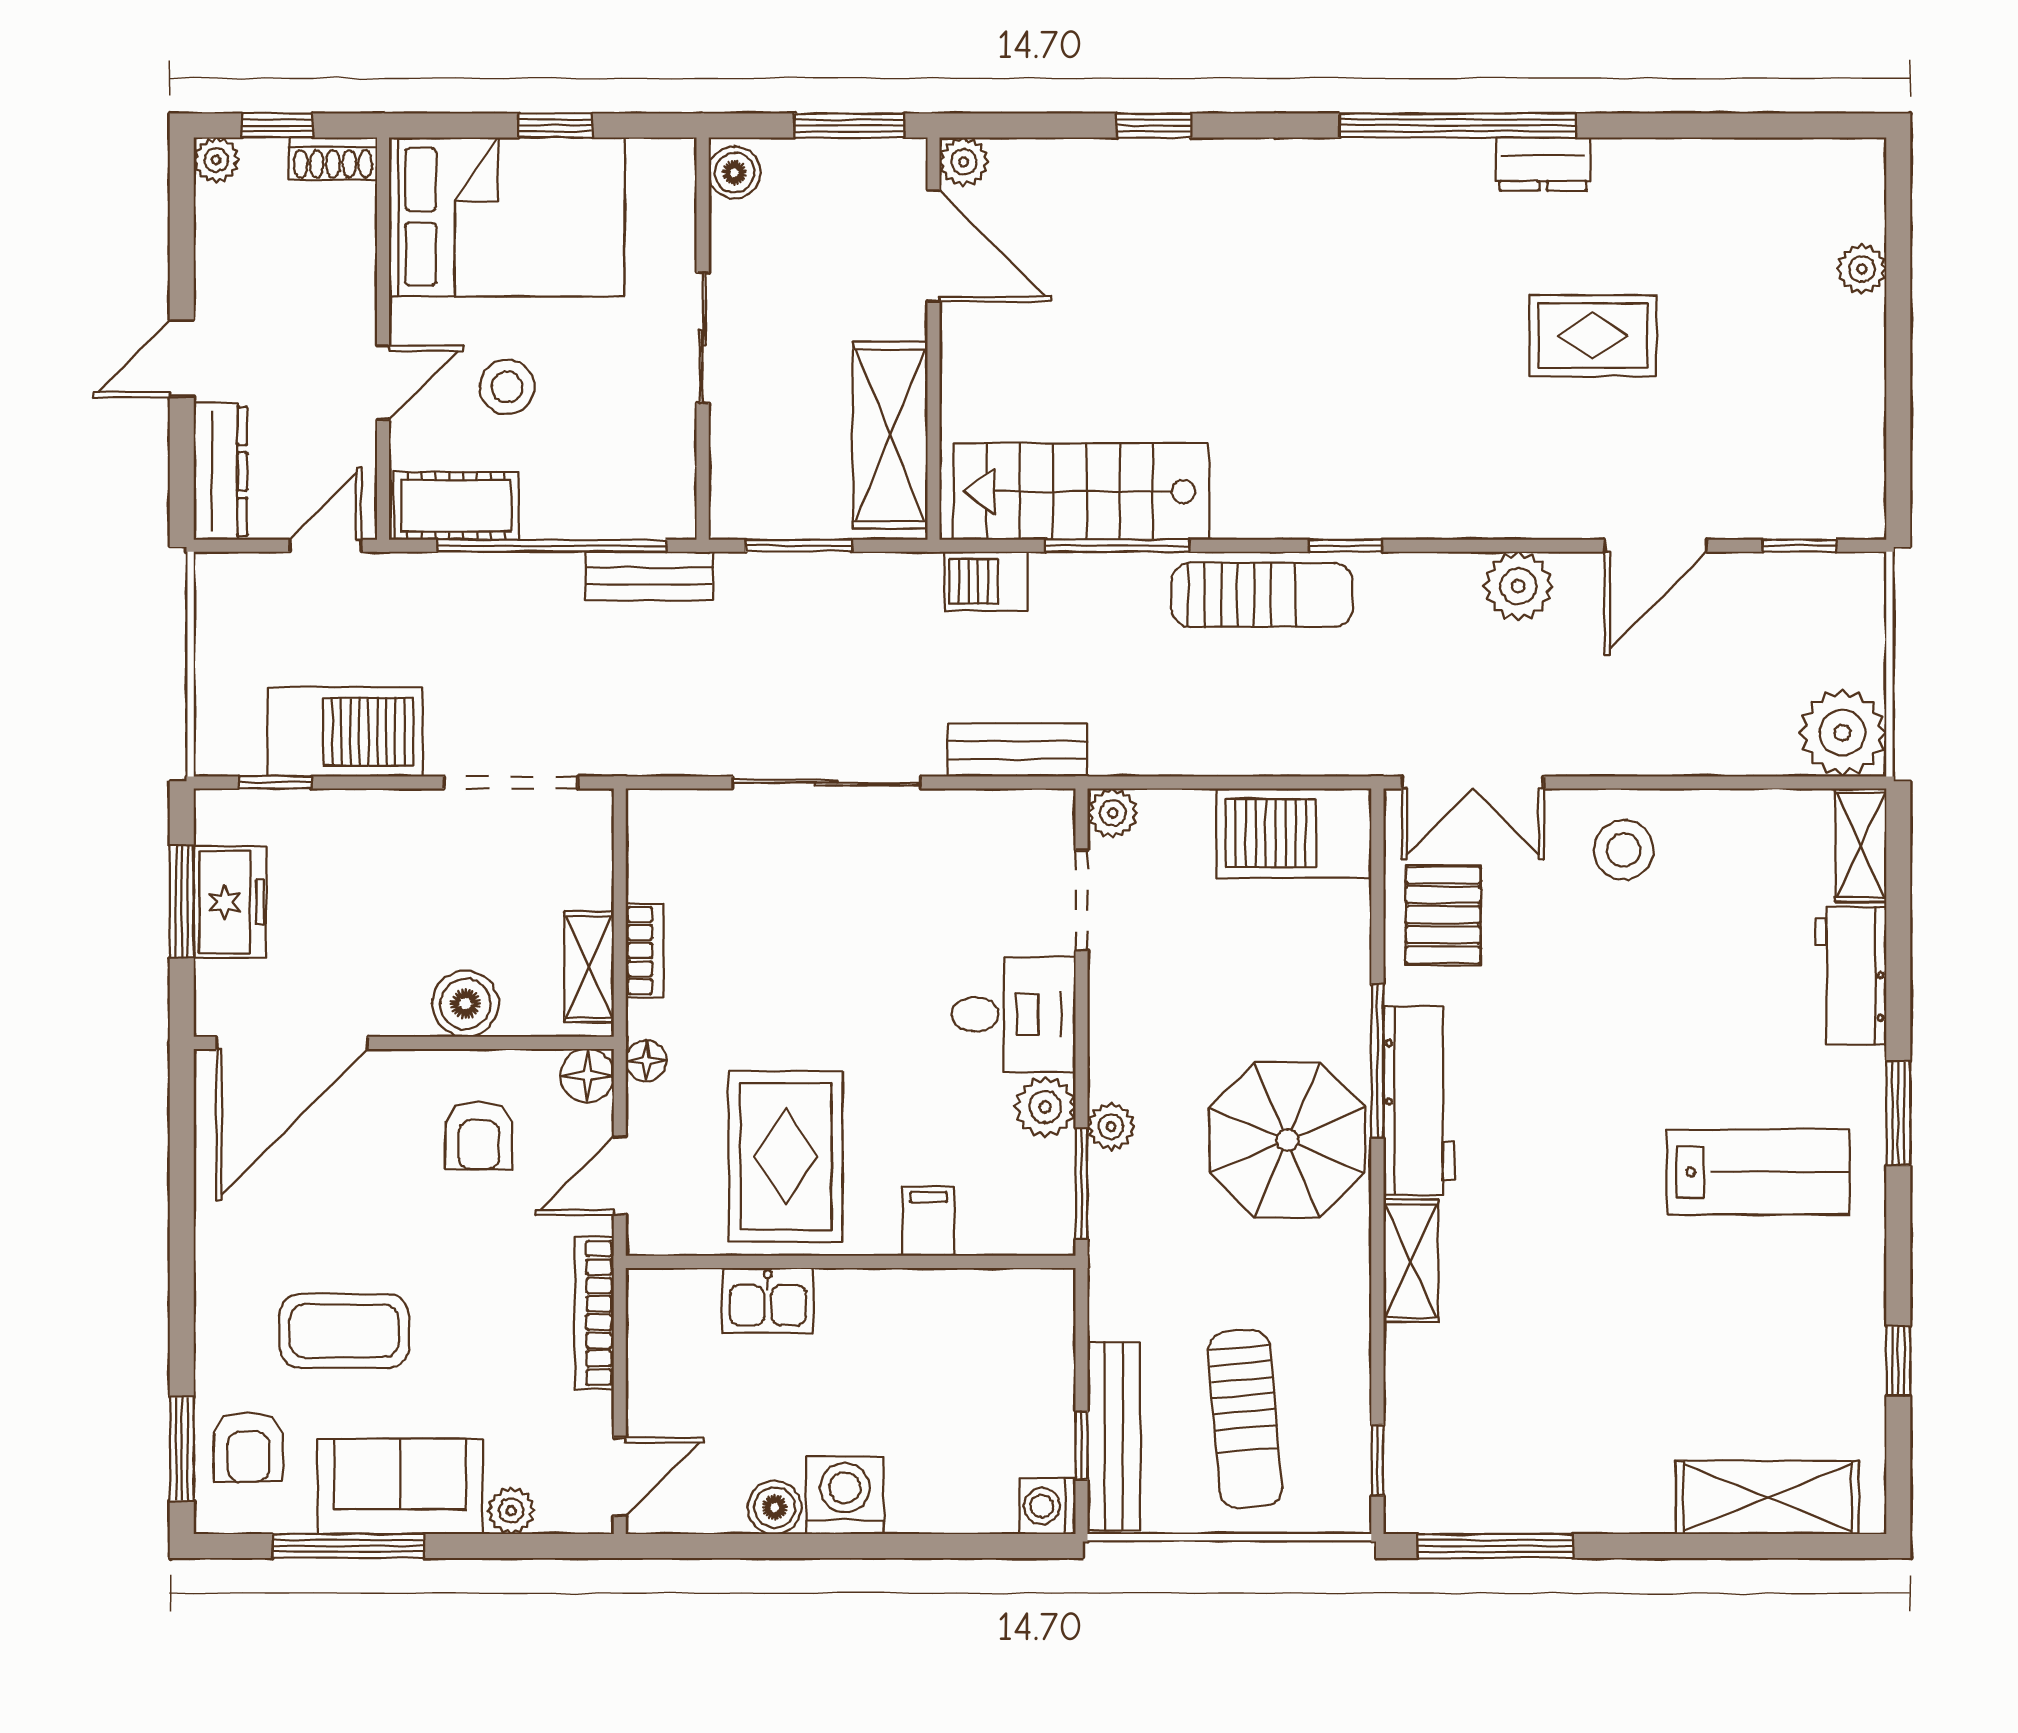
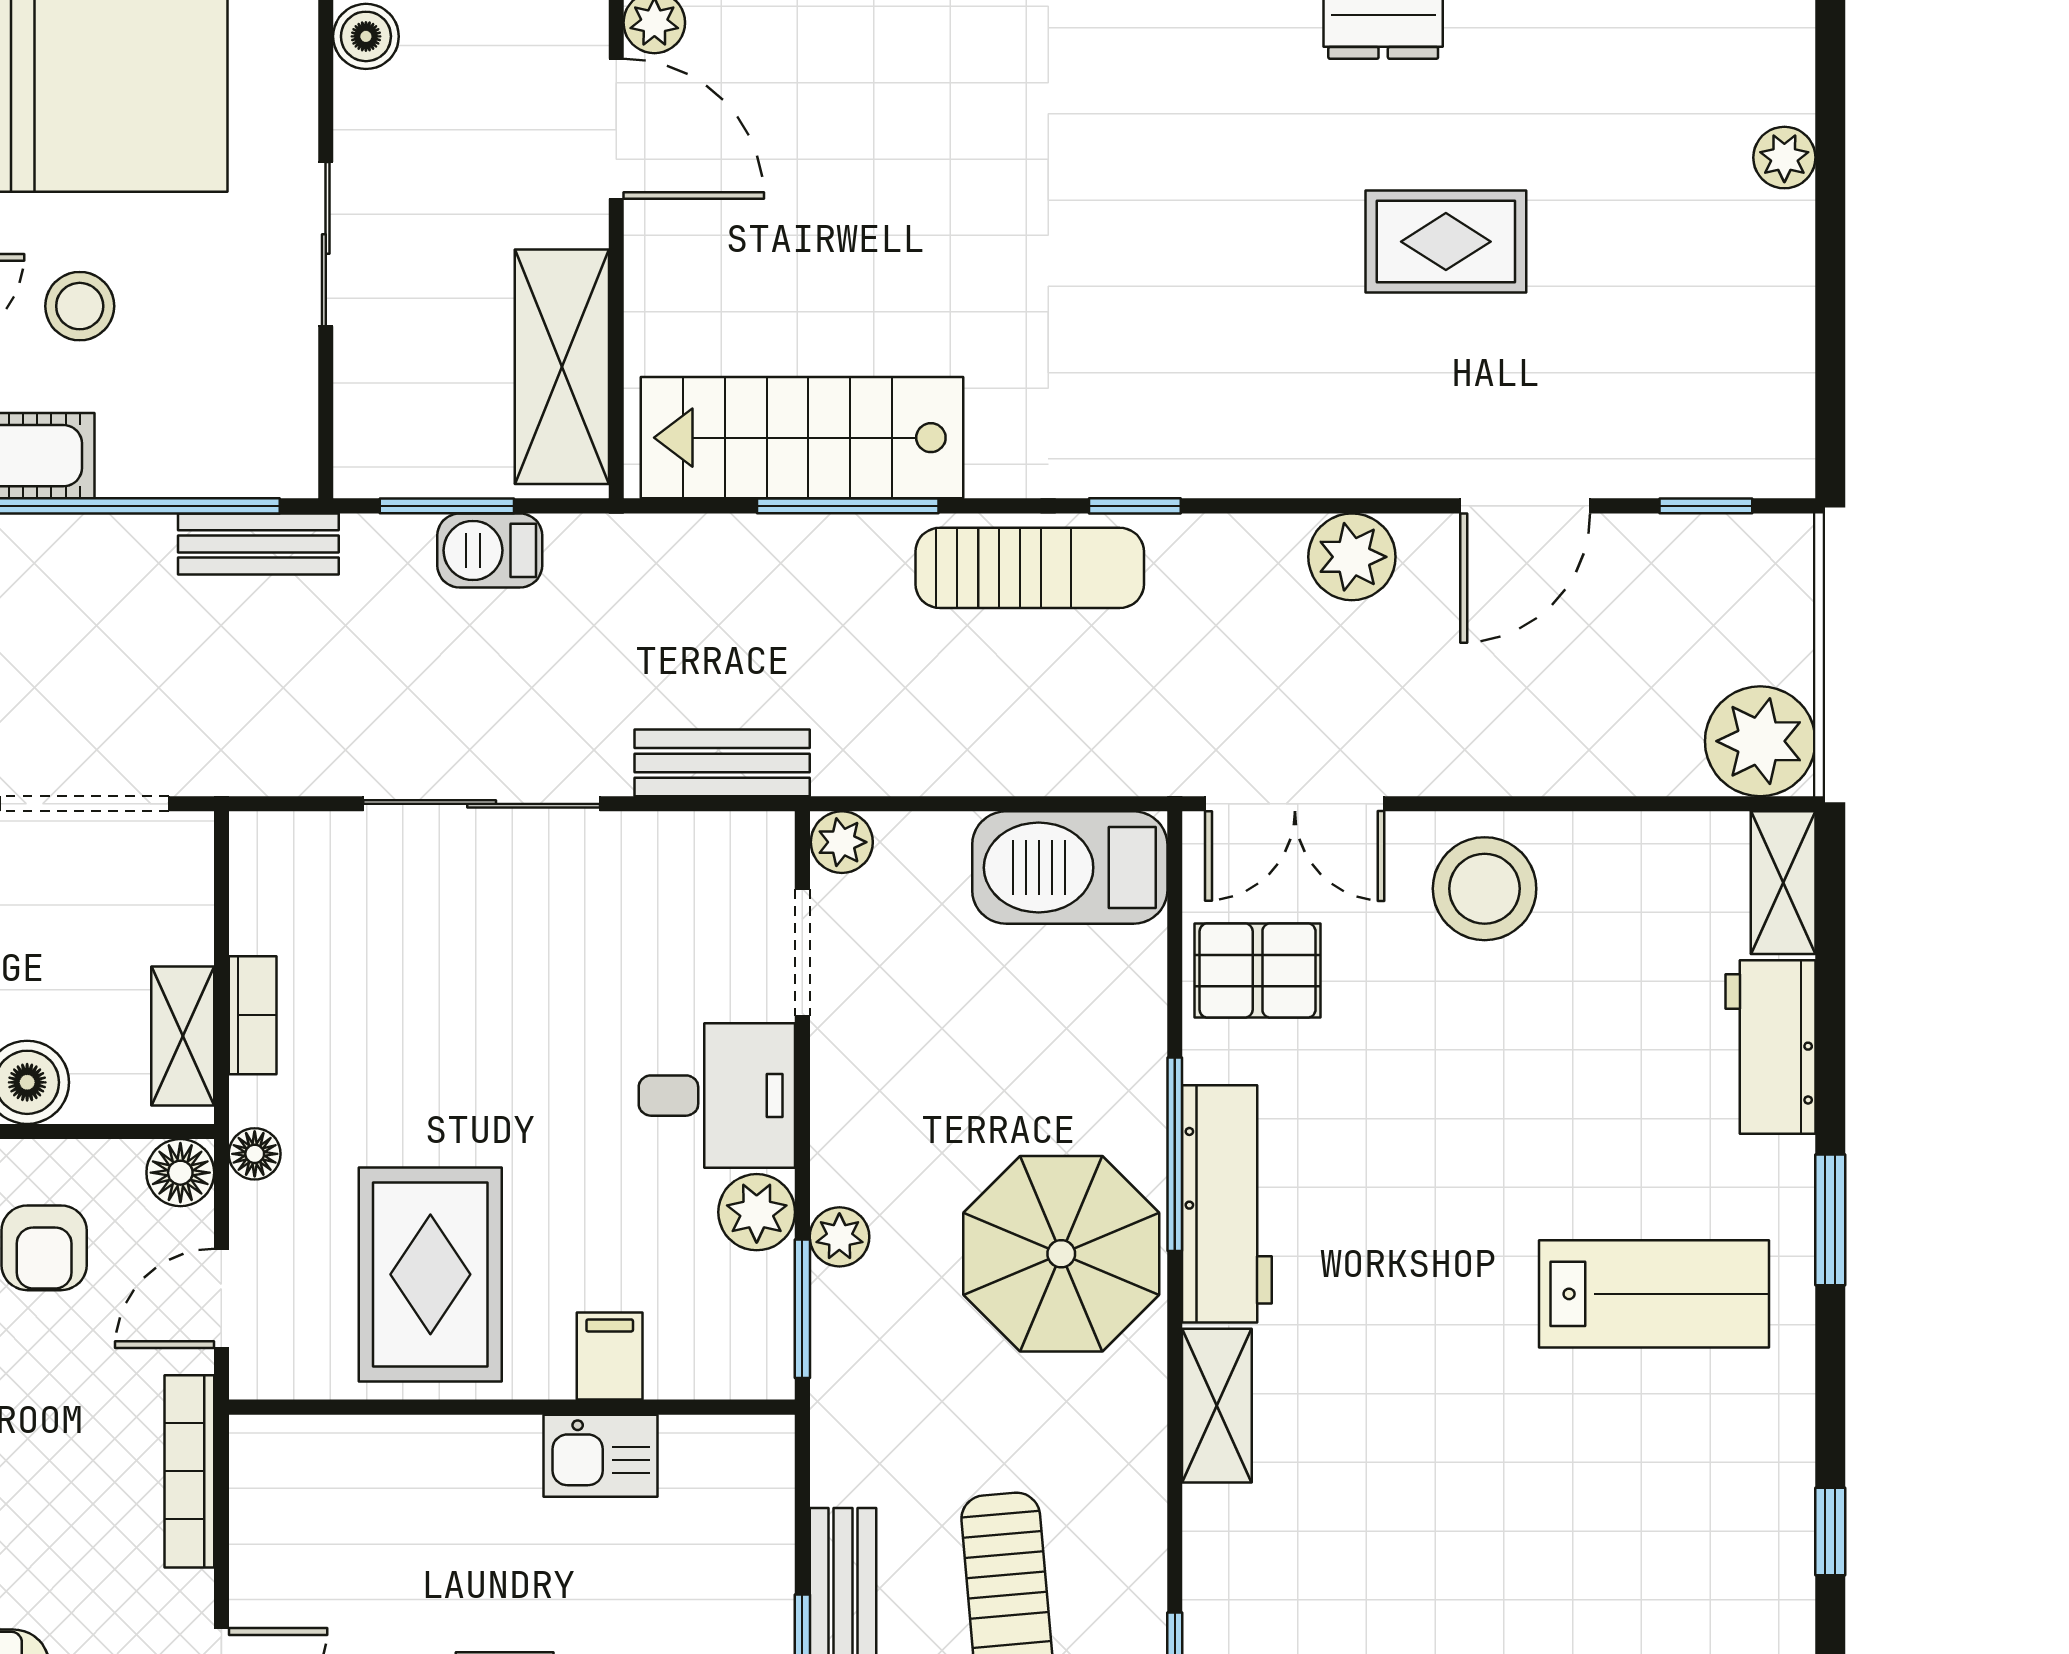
barbecue: (986, 581) -> (490, 550), moved
stool: (1624, 850) -> (1485, 889), width x1.38, depth x1.38
pallet: (1443, 915) -> (1258, 970), turned 90
kitchen sink: (768, 1301) -> (600, 1456), moved

